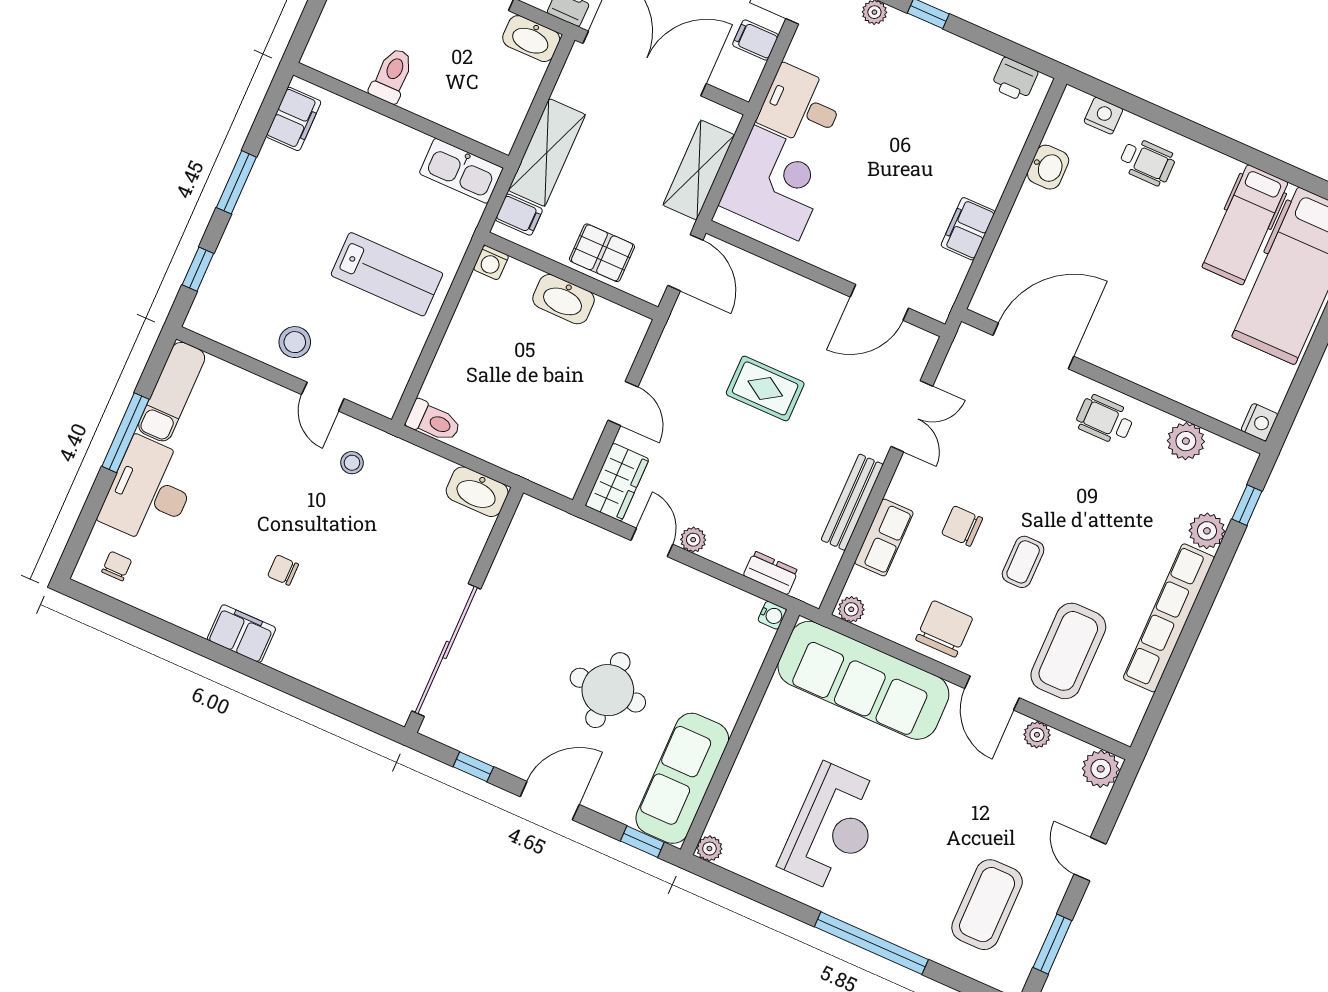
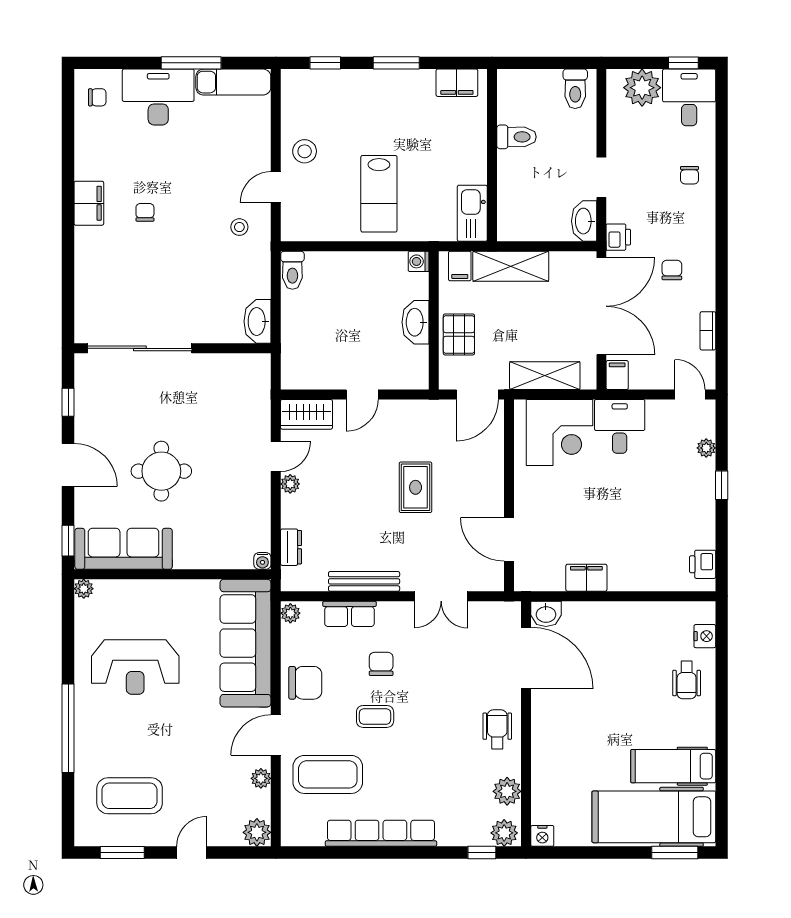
filing cabinet: (756, 40) -> (617, 375), moved
washbasin: (1048, 167) -> (546, 614), moved
plant: (1207, 531) -> (504, 833), moved

